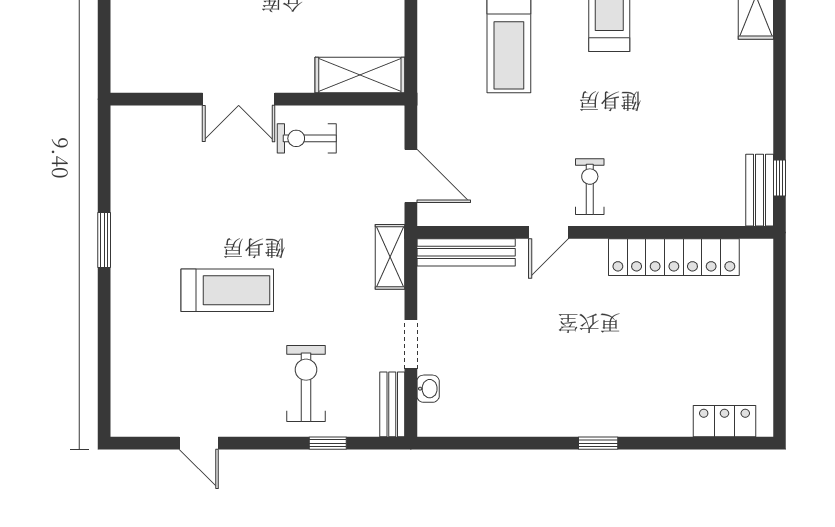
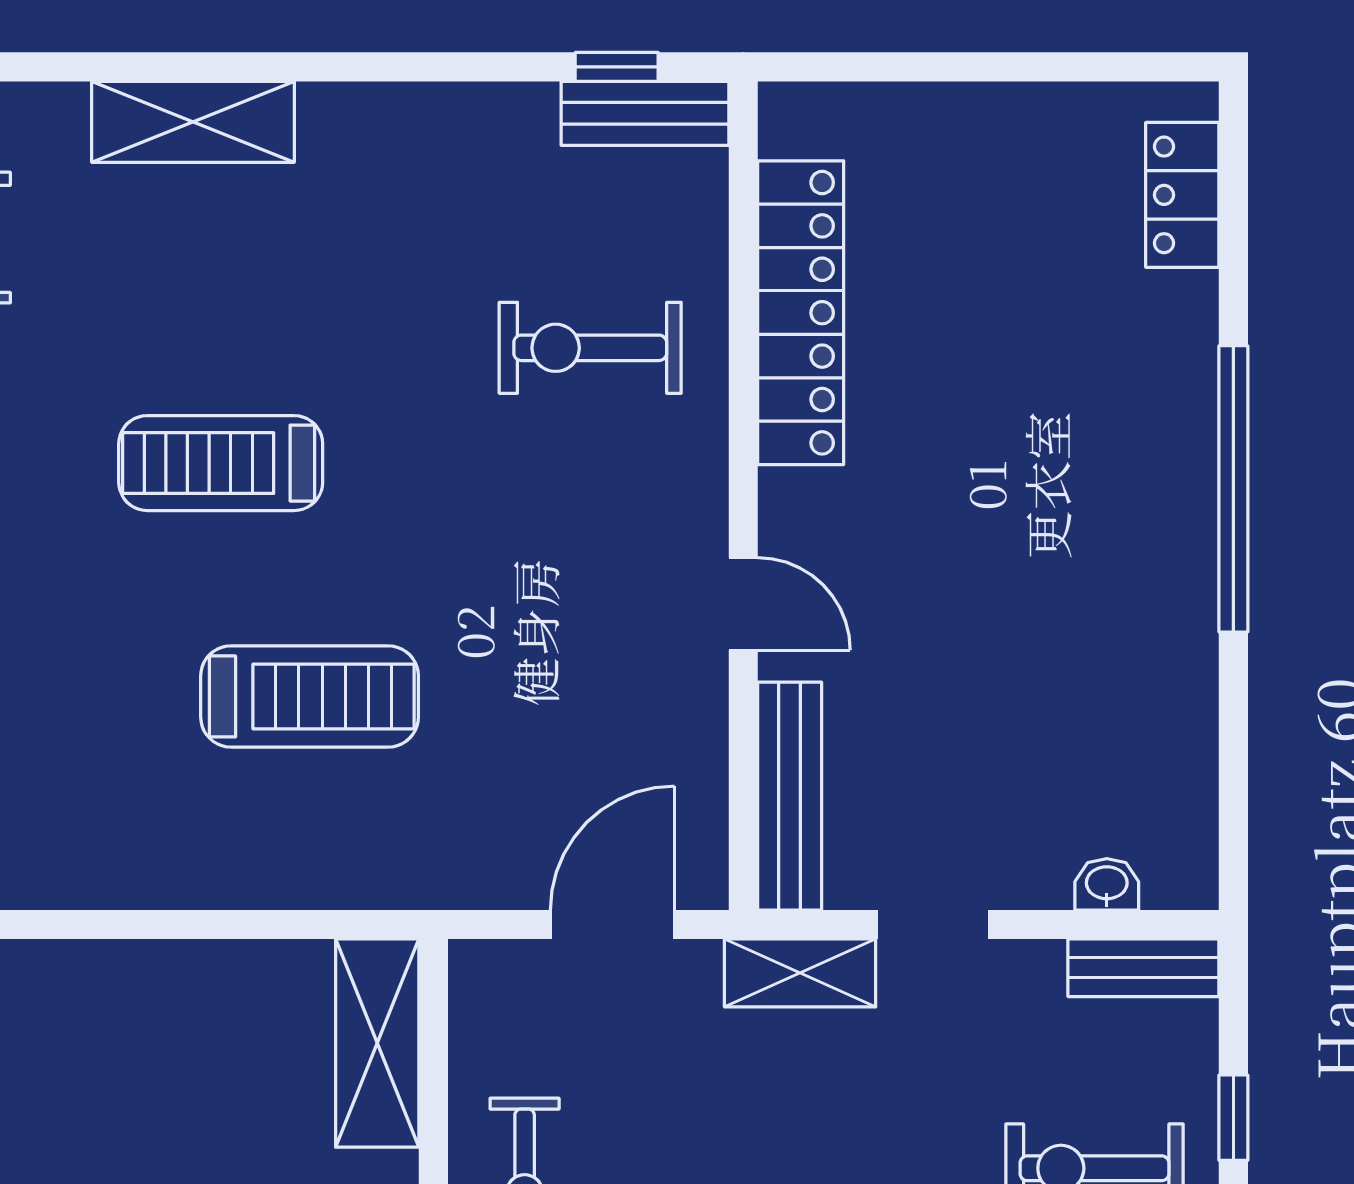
exercise bike: (590, 187) -> (590, 348), moved, width x1.38, depth x1.39
doorway: (411, 344) -> (933, 925), moved
window: (598, 443) -> (1233, 489), width x3.17

